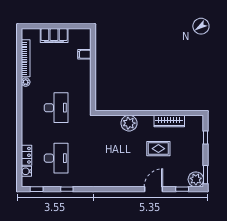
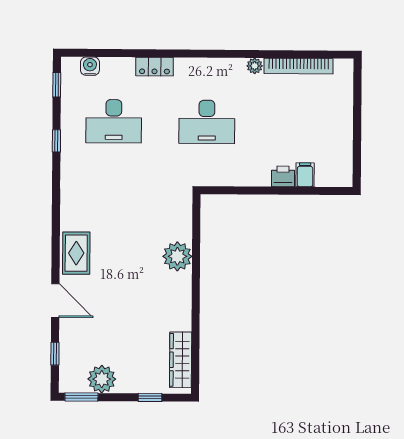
filing cabinet: (54, 36) -> (340, 119), removed
printer: (85, 66) -> (283, 176), added
wardrobe: (169, 121) -> (181, 360), moved
rug: (158, 149) -> (76, 253), moved
locker: (26, 155) -> (154, 67), moved
plant: (196, 179) -> (102, 379), moved

